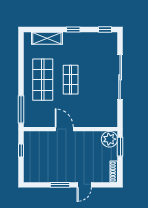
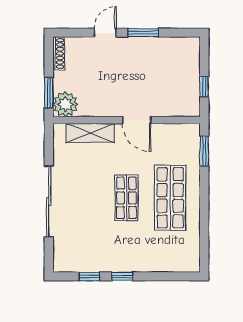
window: (105, 30) -> (89, 276), moved
shelving: (47, 38) -> (90, 133), moved
window: (21, 109) -> (204, 151), width x0.69

